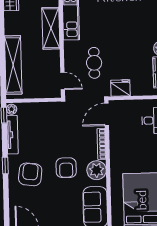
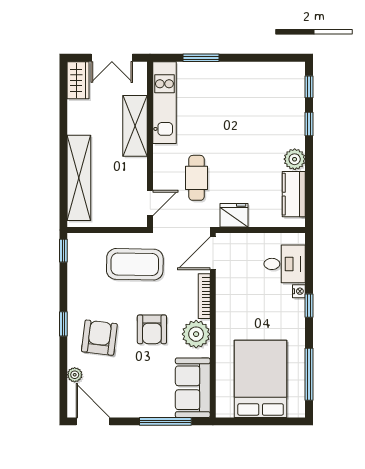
door: (63, 81) -> (150, 203), hinge flipped
plant: (12, 109) -> (75, 375), moved
coffee table: (53, 123) -> (135, 264), added
tv unit: (12, 135) -> (75, 279), removed

